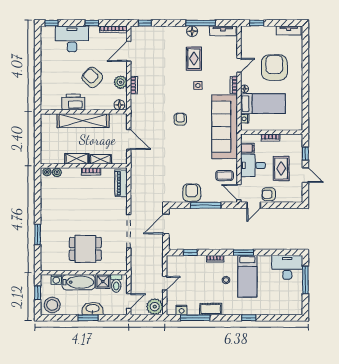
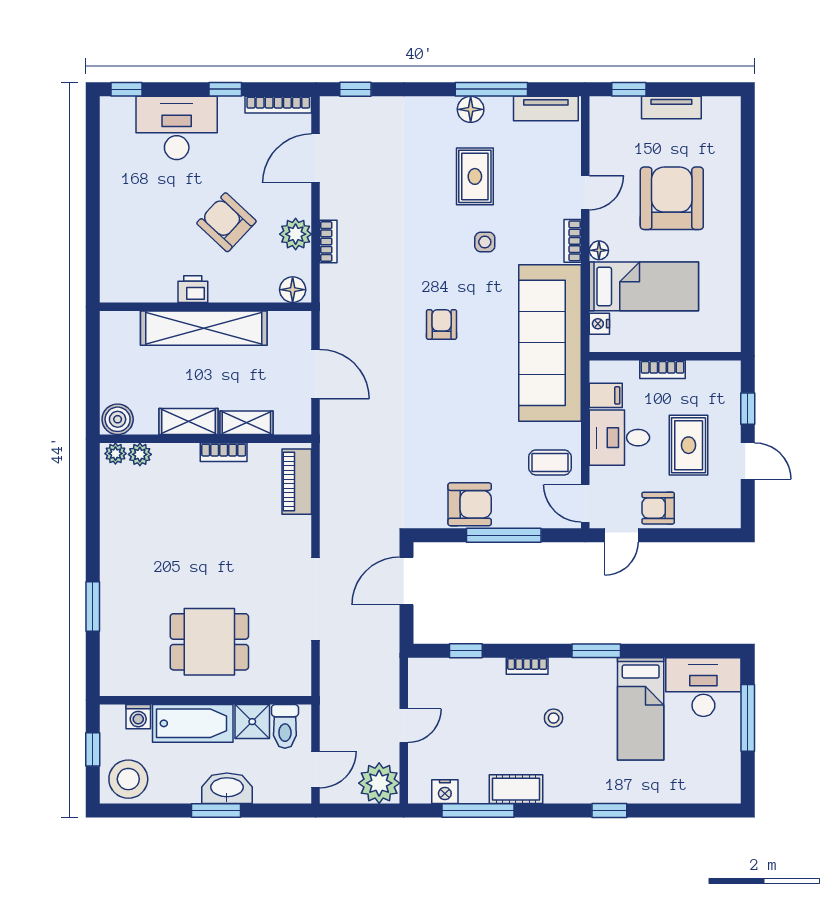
tv unit: (289, 30) -> (671, 107), moved
printer: (73, 102) -> (193, 289), width x0.53, depth x0.68
boiler: (48, 158) -> (118, 419), added
armchair: (192, 193) -> (470, 504), turned 90
bed: (247, 276) -> (641, 709), moved

